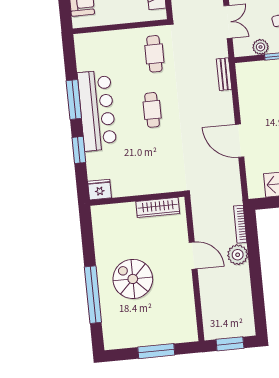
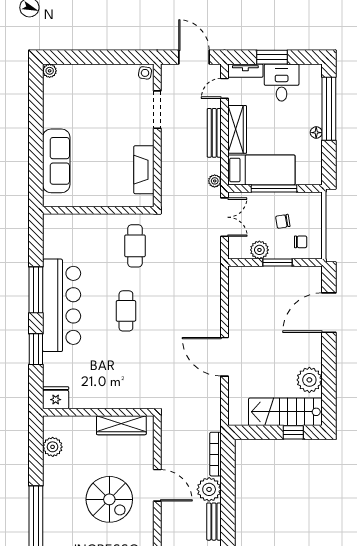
bench: (224, 74) -> (214, 522), moved
plant: (101, 232) -> (53, 447), added
spiral stairs: (133, 279) -> (109, 499), moved, turned 180

